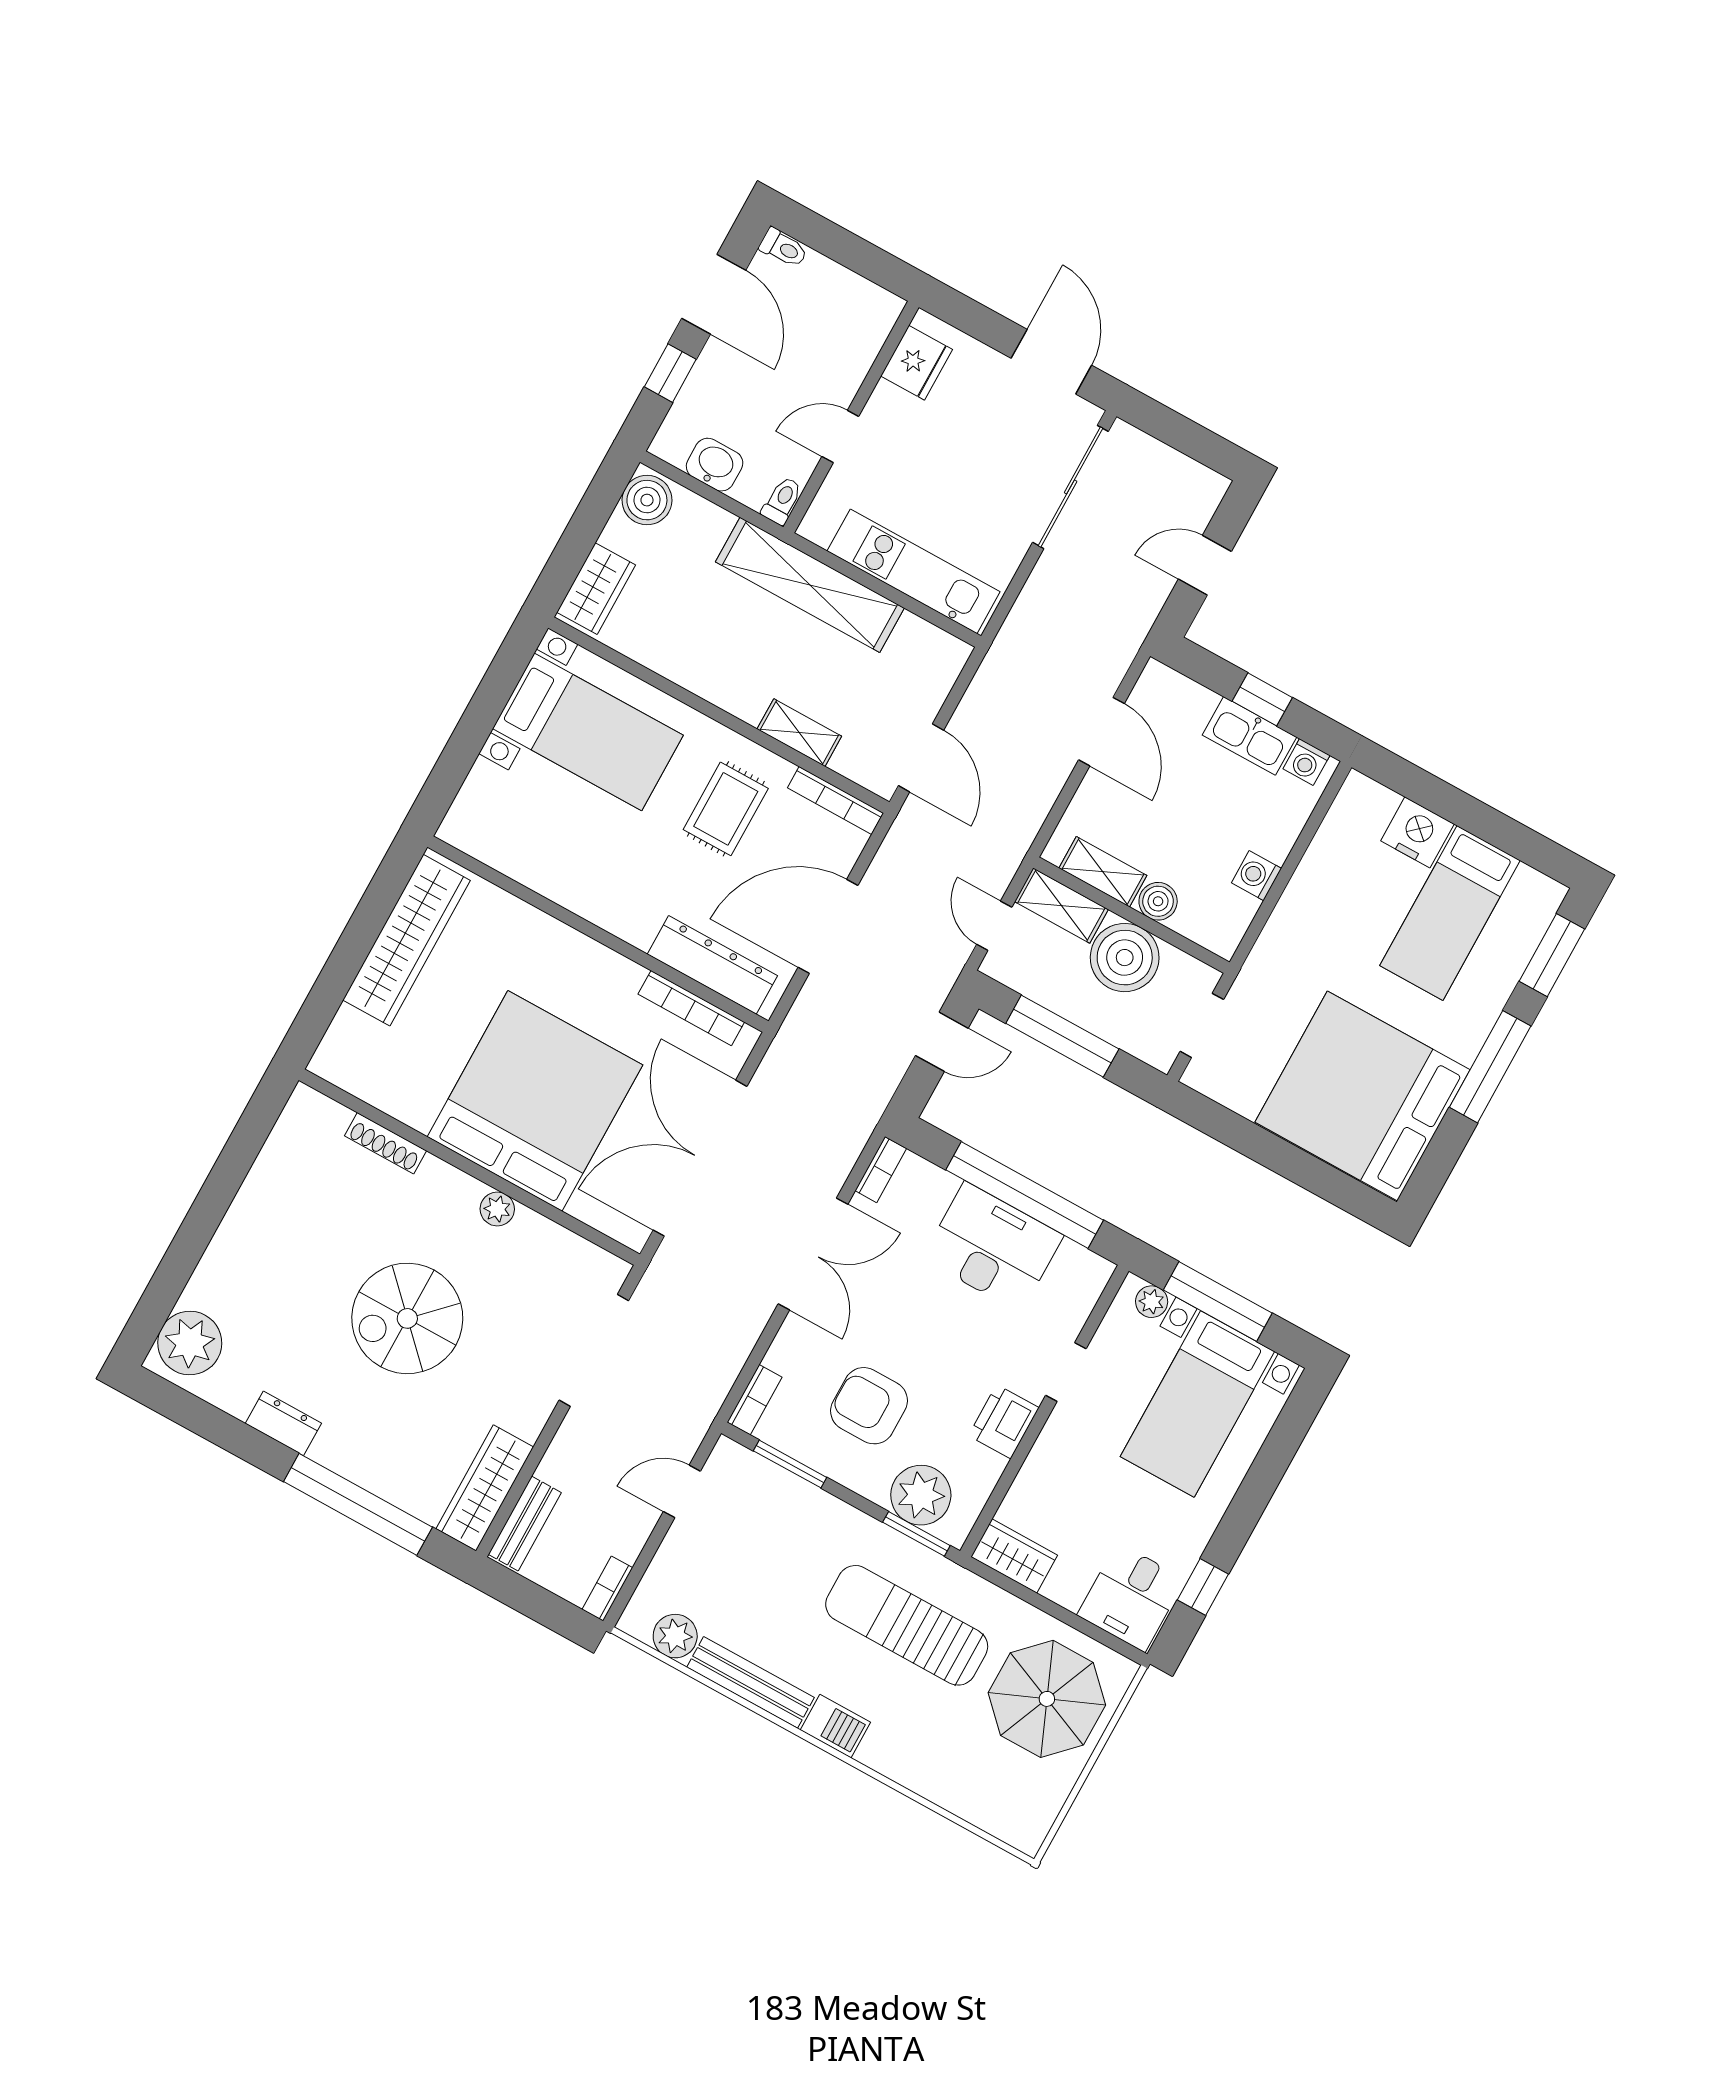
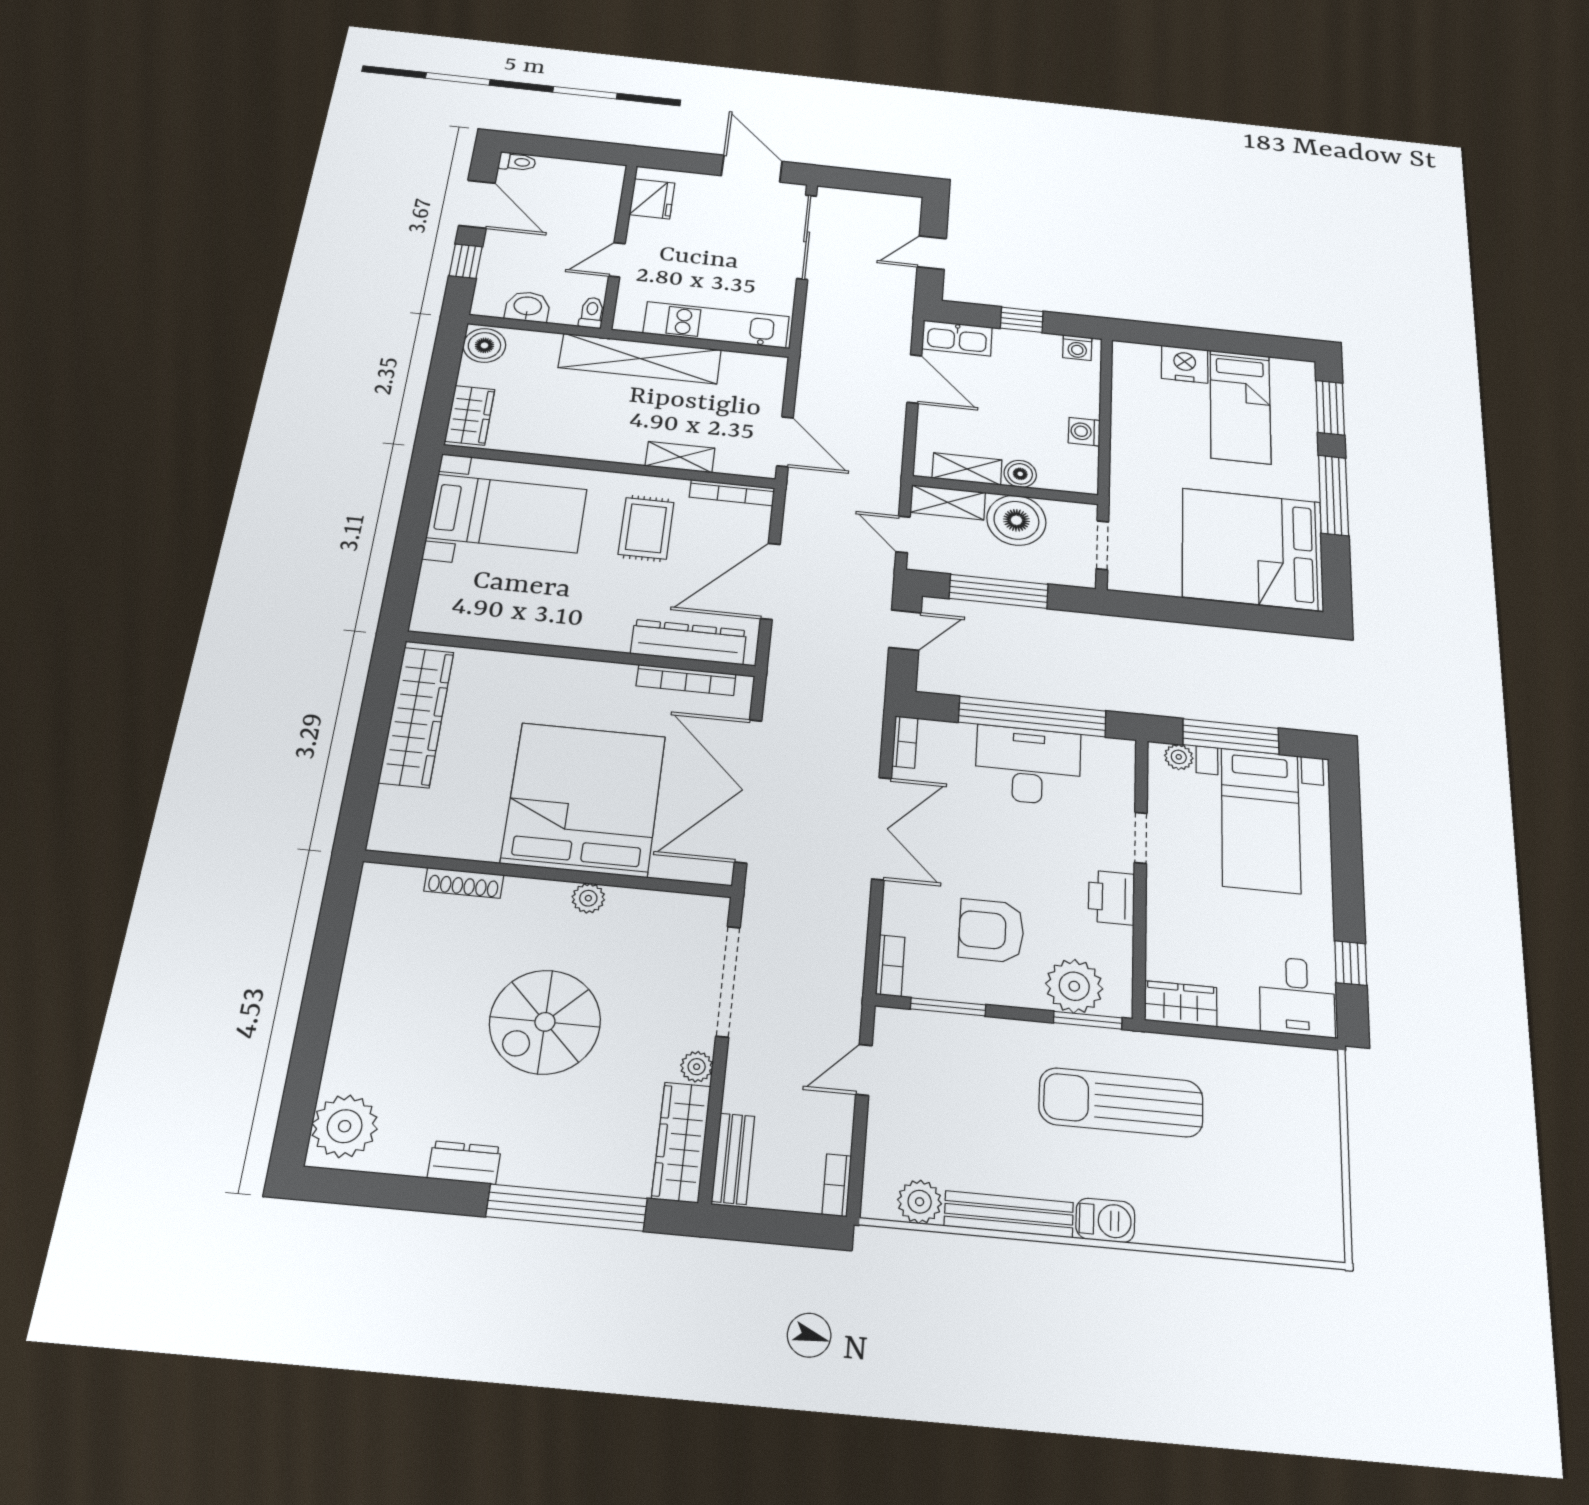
kitchen sink: (1249, 736) -> (957, 338), moved
plant: (529, 1422) -> (697, 1067), added
parasol: (1047, 1699) -> (1276, 1114), removed

